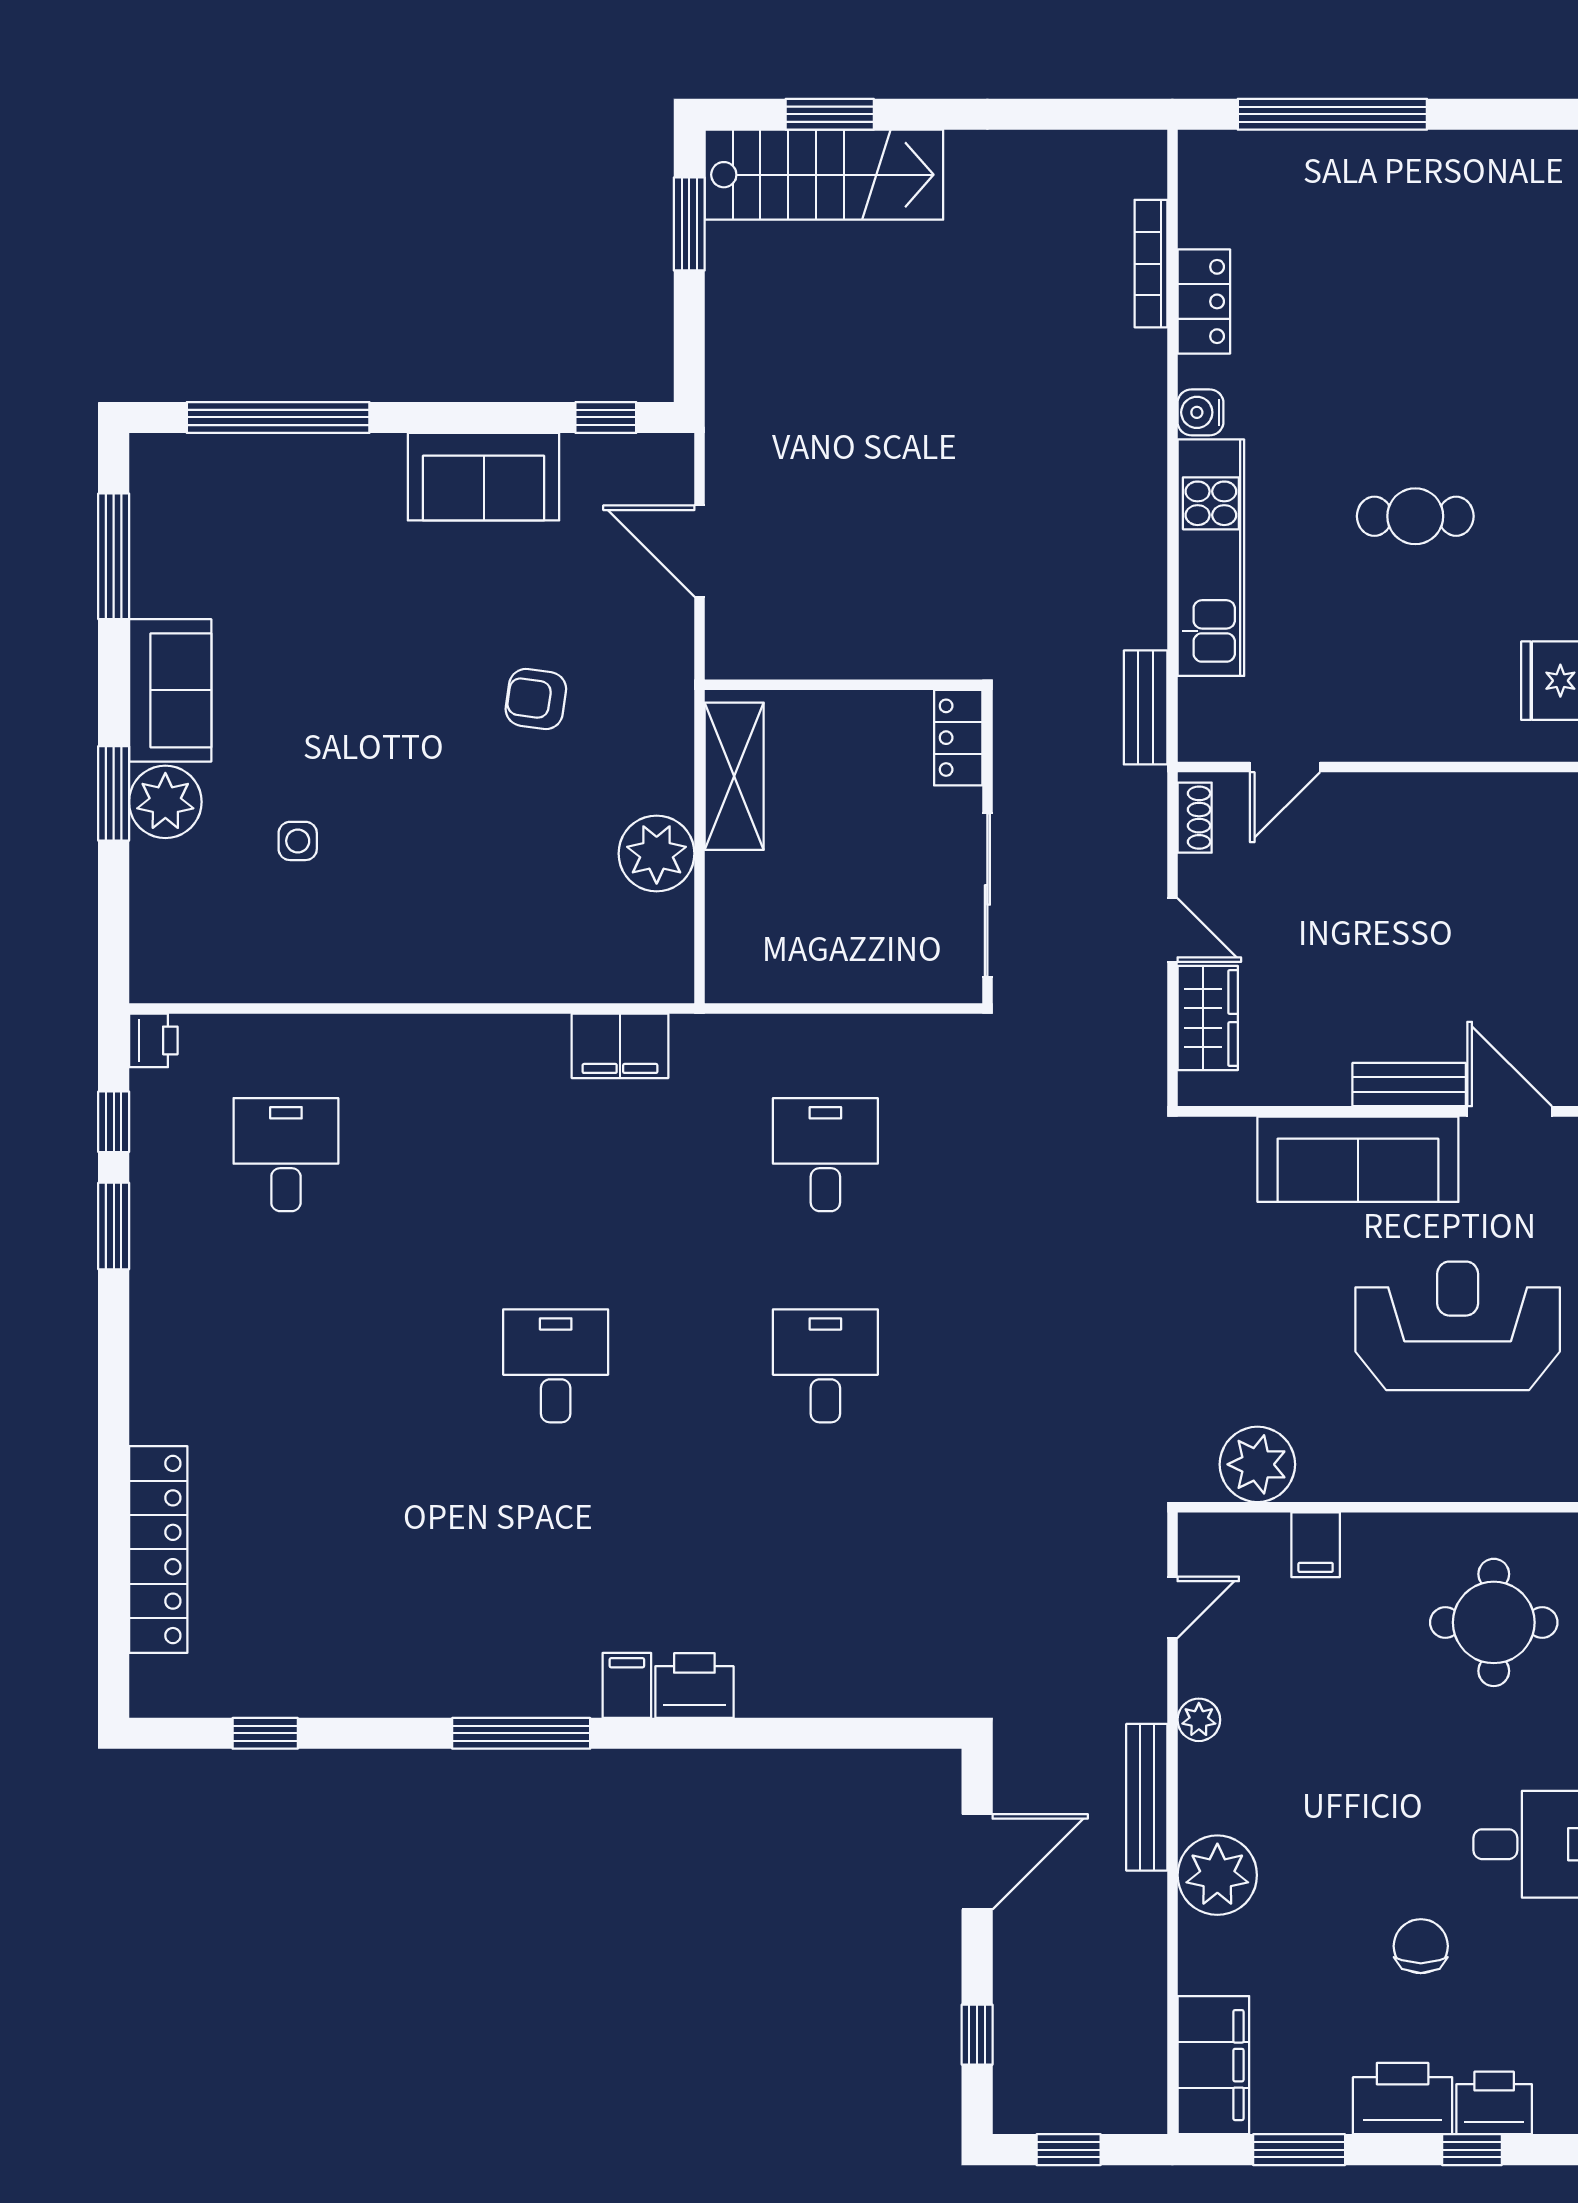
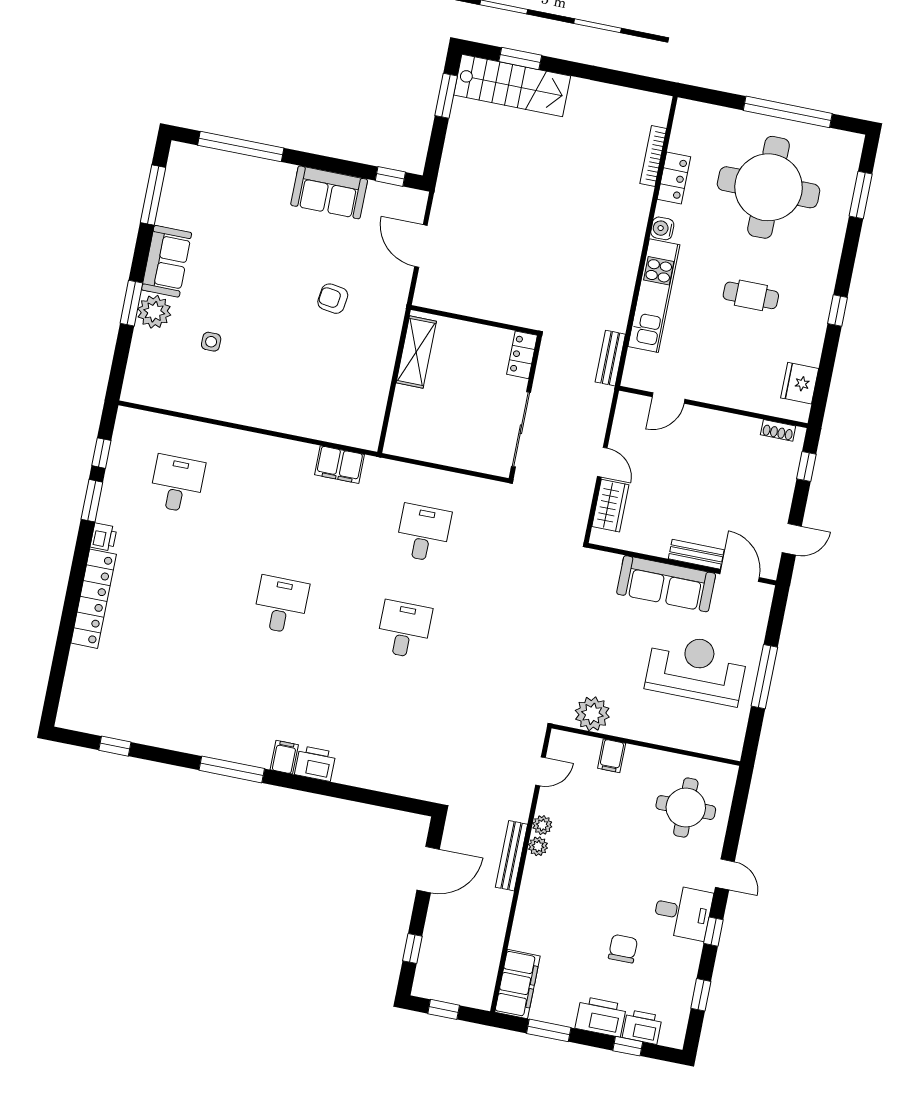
window: (1332, 114) -> (788, 112), moved
round table: (1407, 281) -> (769, 187), added
shoe rack: (1195, 818) -> (778, 430), moved, turned 90
plant: (657, 854) -> (374, 380), removed
printer: (153, 1040) -> (103, 537), moved
locker: (158, 1549) -> (94, 599), moved
plant: (1217, 1875) -> (538, 846), moved, width x0.53, depth x0.53

